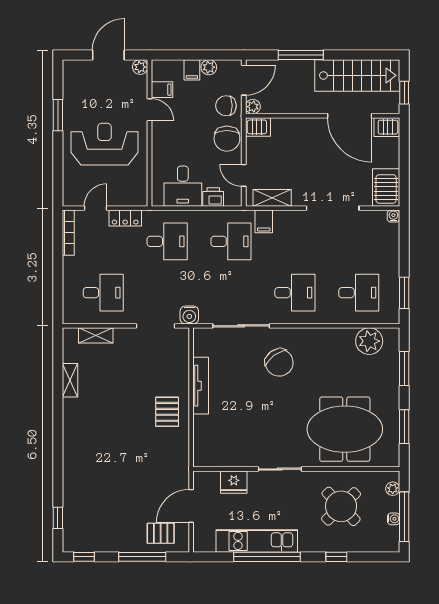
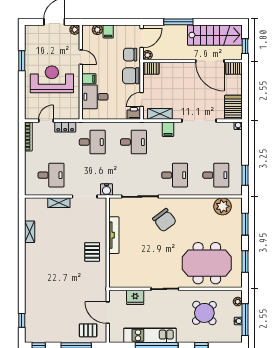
plant: (209, 67) -> (97, 30), moved
filing cabinet: (162, 90) -> (89, 79), moved
chair: (227, 139) -> (131, 76), turned 90
door: (244, 175) -> (142, 100), hinge flipped
desk: (183, 186) -> (95, 97), moved, turned 90
printer: (213, 197) -> (134, 113), moved
filing cabinet: (264, 221) -> (168, 129), moved
shelving: (96, 335) -> (59, 203), moved
door: (191, 506) -> (108, 313), hinge flipped

